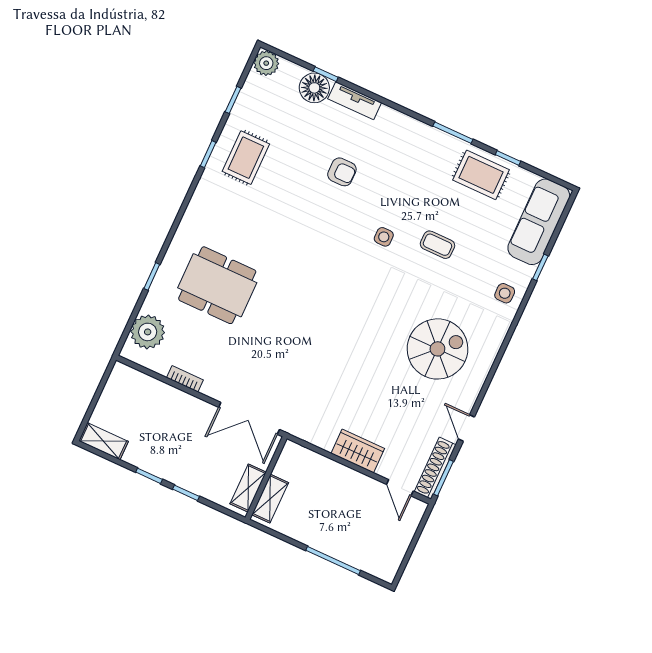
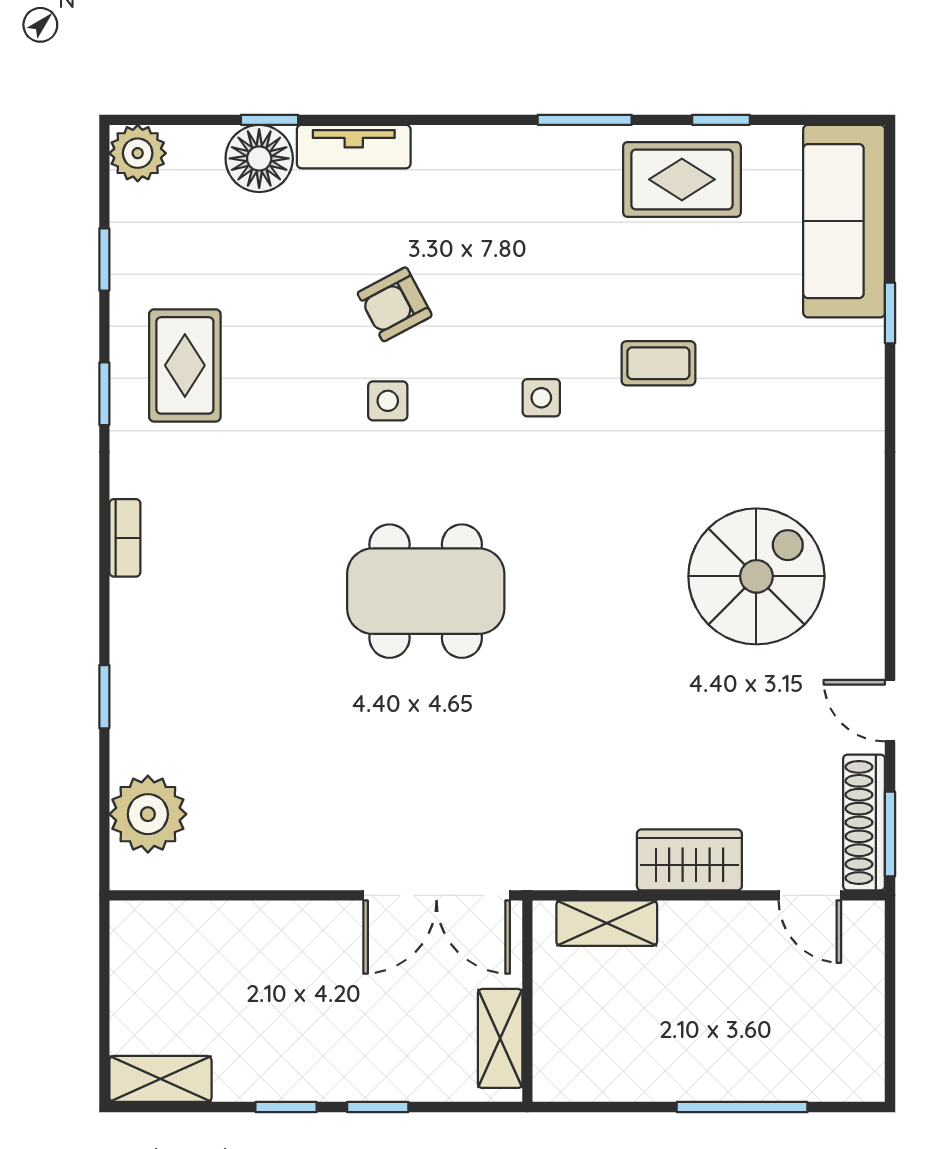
armchair: (342, 172) -> (395, 304), turned 152
dining table: (217, 285) -> (426, 591), moved
side table: (505, 293) -> (388, 401), moved
bookcase: (185, 379) -> (125, 538), moved, turned 90
shelving: (270, 499) -> (607, 923), moved, turned 90

